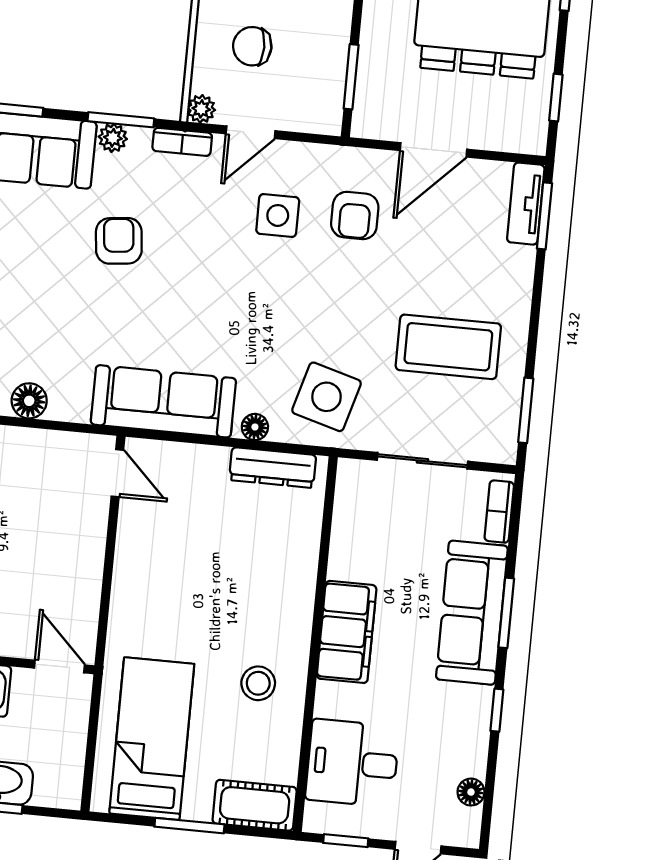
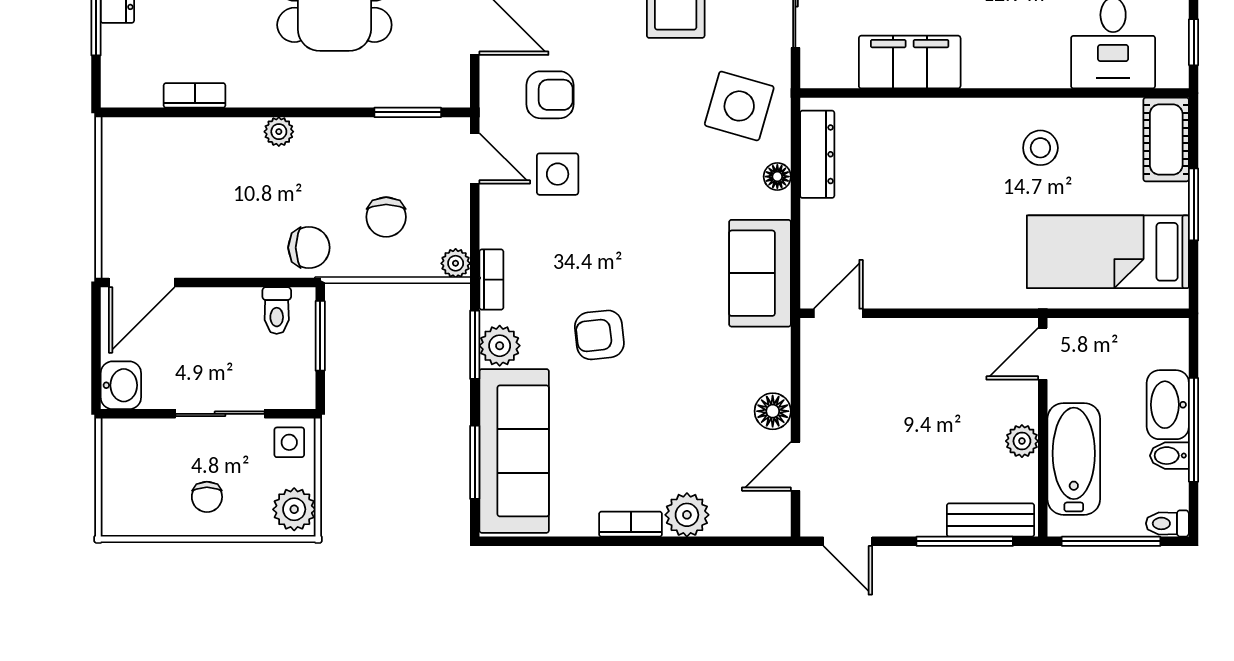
door: (251, 132) -> (475, 158), moved
plant: (113, 138) -> (500, 346), width x1.38, depth x1.38
sofa: (163, 401) -> (760, 273), width x0.73
filing cabinet: (347, 632) -> (910, 62), moved

